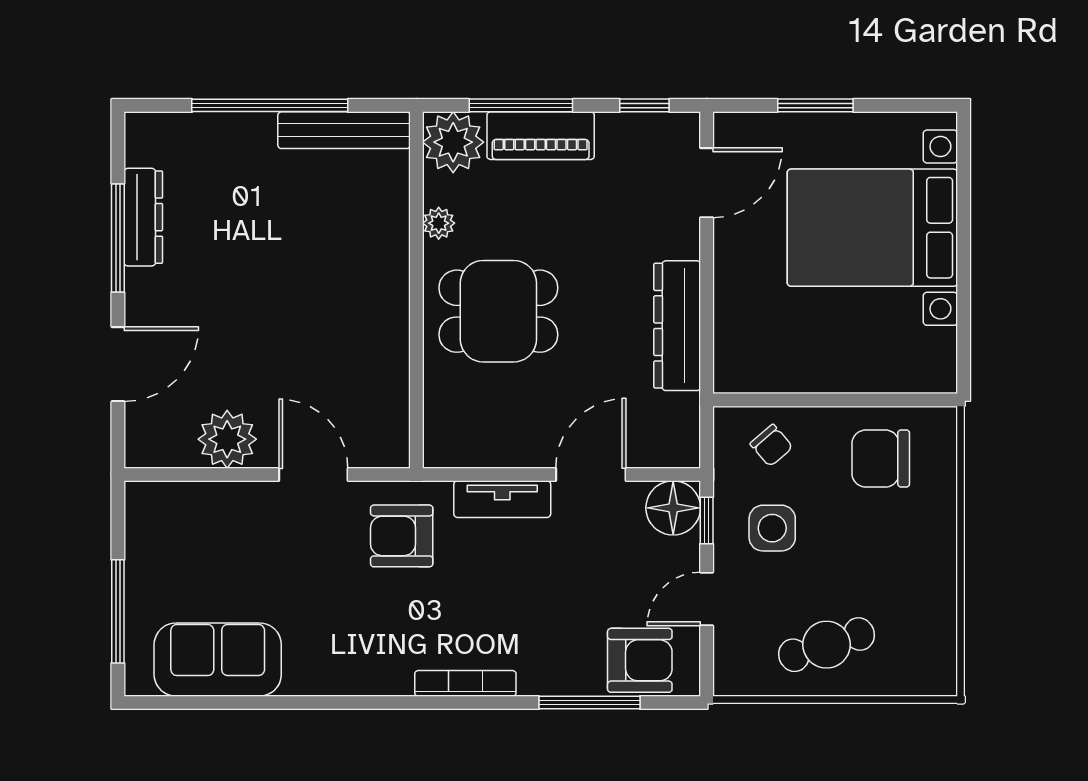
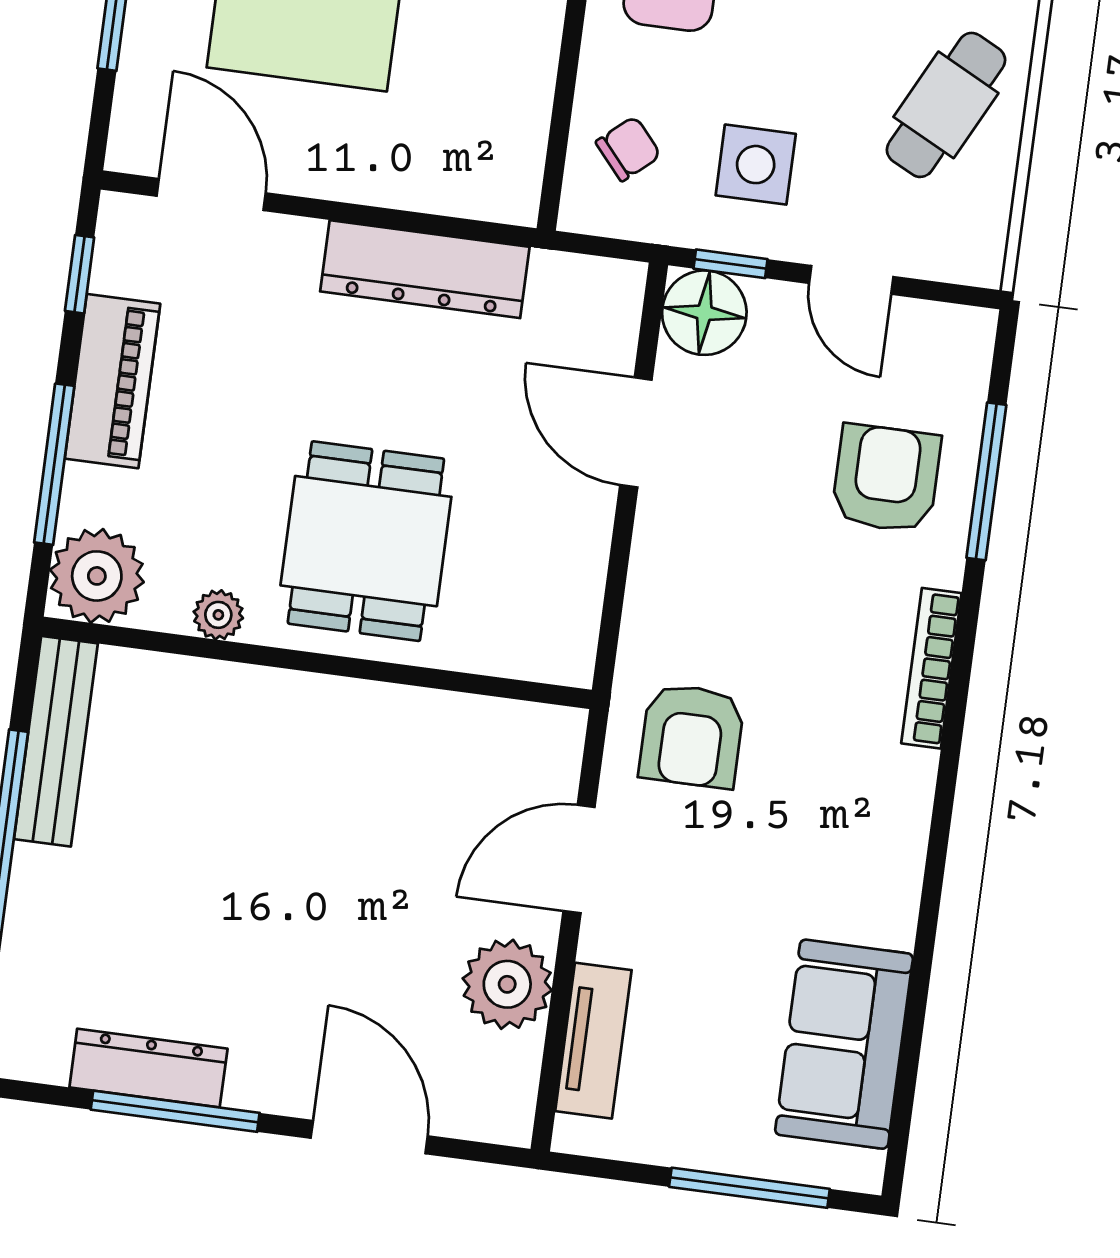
piano: (541, 136) -> (112, 381), moved
tv unit: (502, 499) -> (593, 1041), moved
cafe table: (827, 645) -> (946, 105), turned 45
armchair: (640, 660) -> (886, 479), moved

